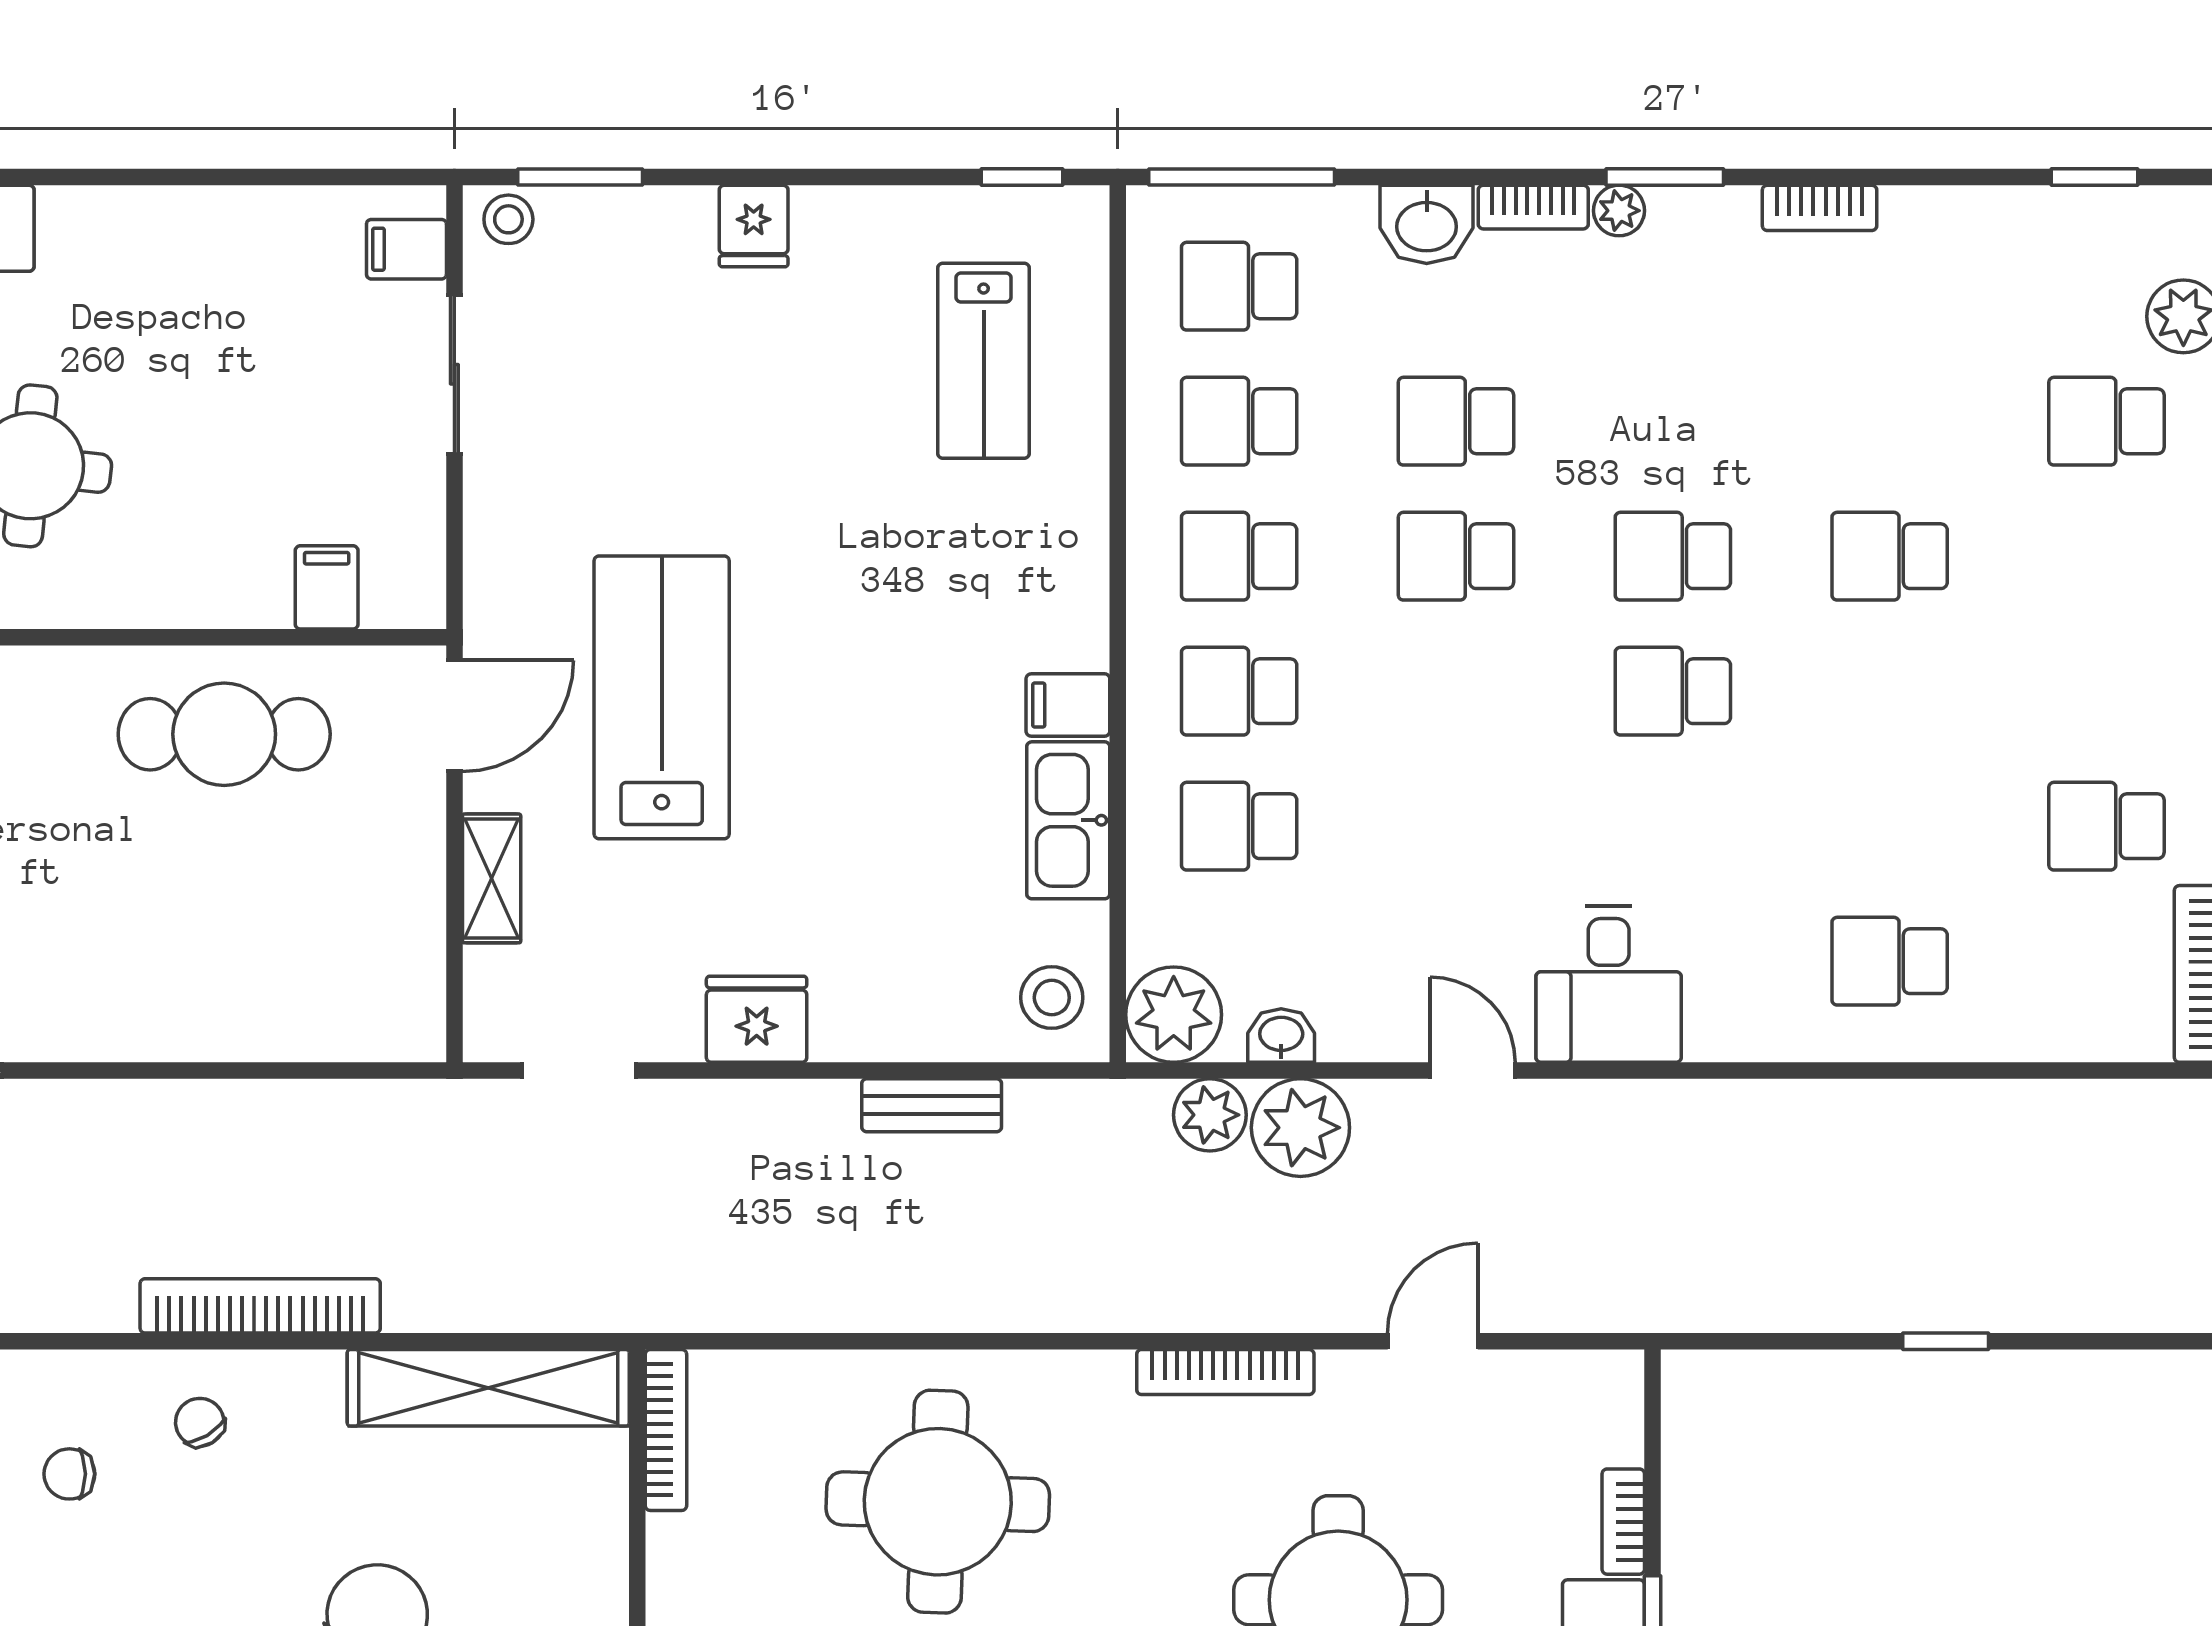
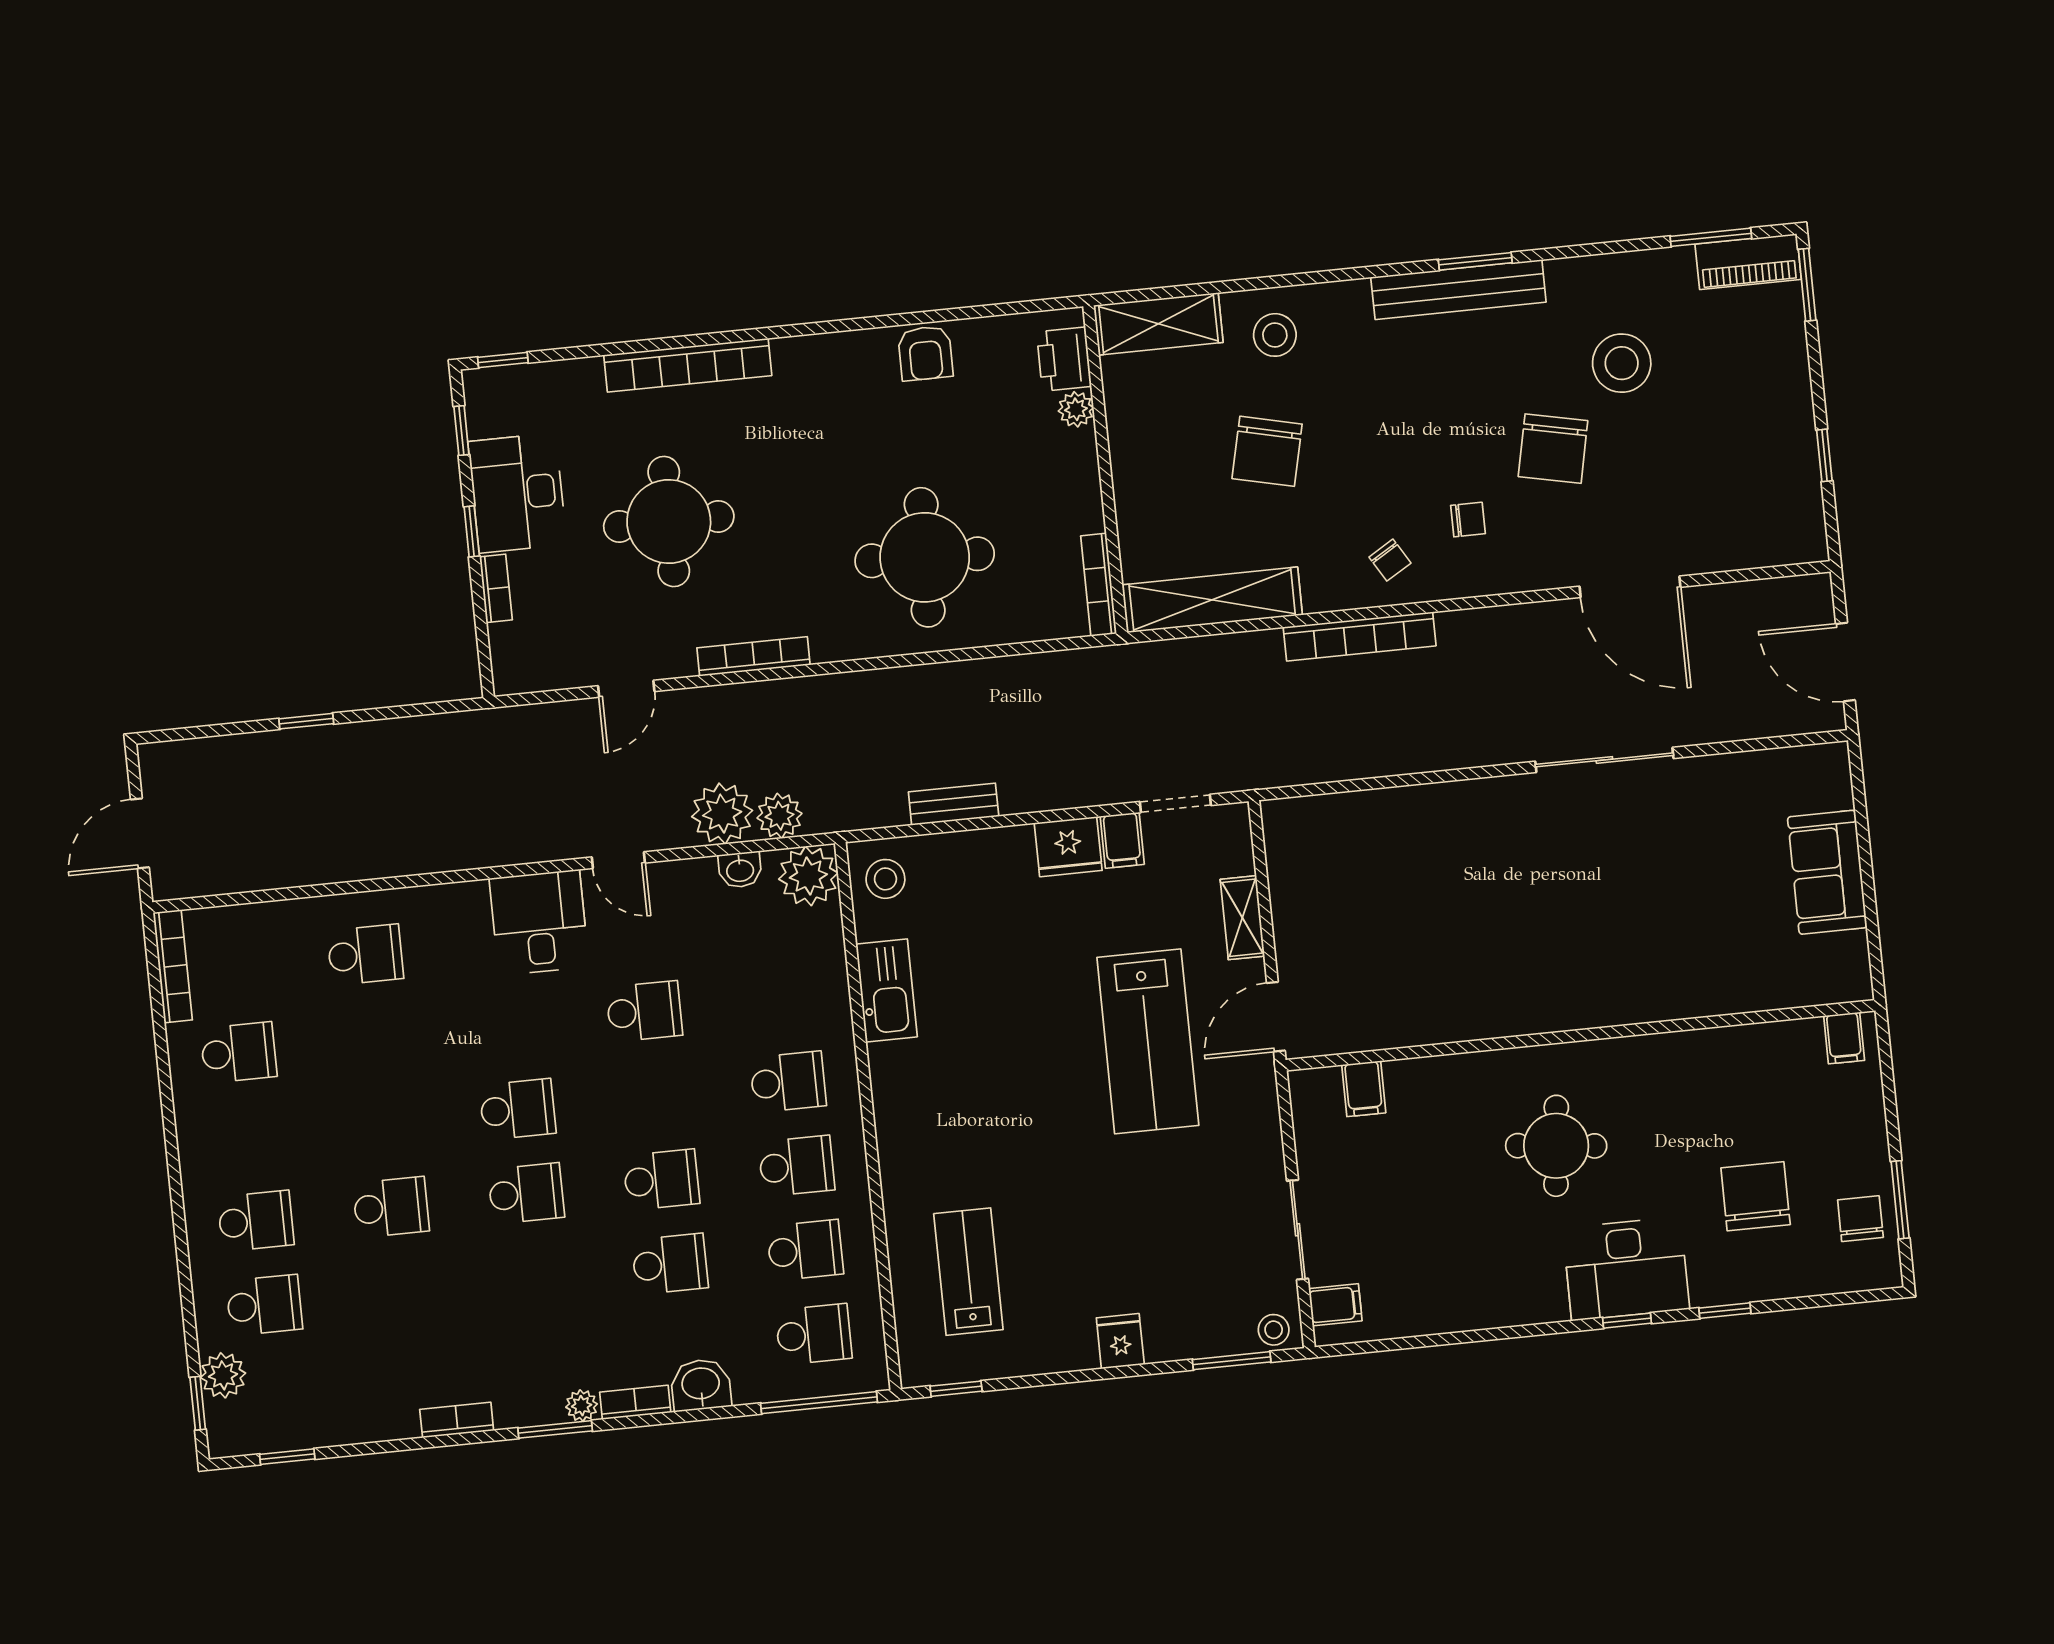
school desk: (2106, 556) -> (256, 1221), added
filing cabinet: (1068, 705) -> (1122, 840), moved, turned 90
cafe table: (224, 734) -> (1418, 991), removed
school desk: (1239, 826) -> (644, 1011), moved

